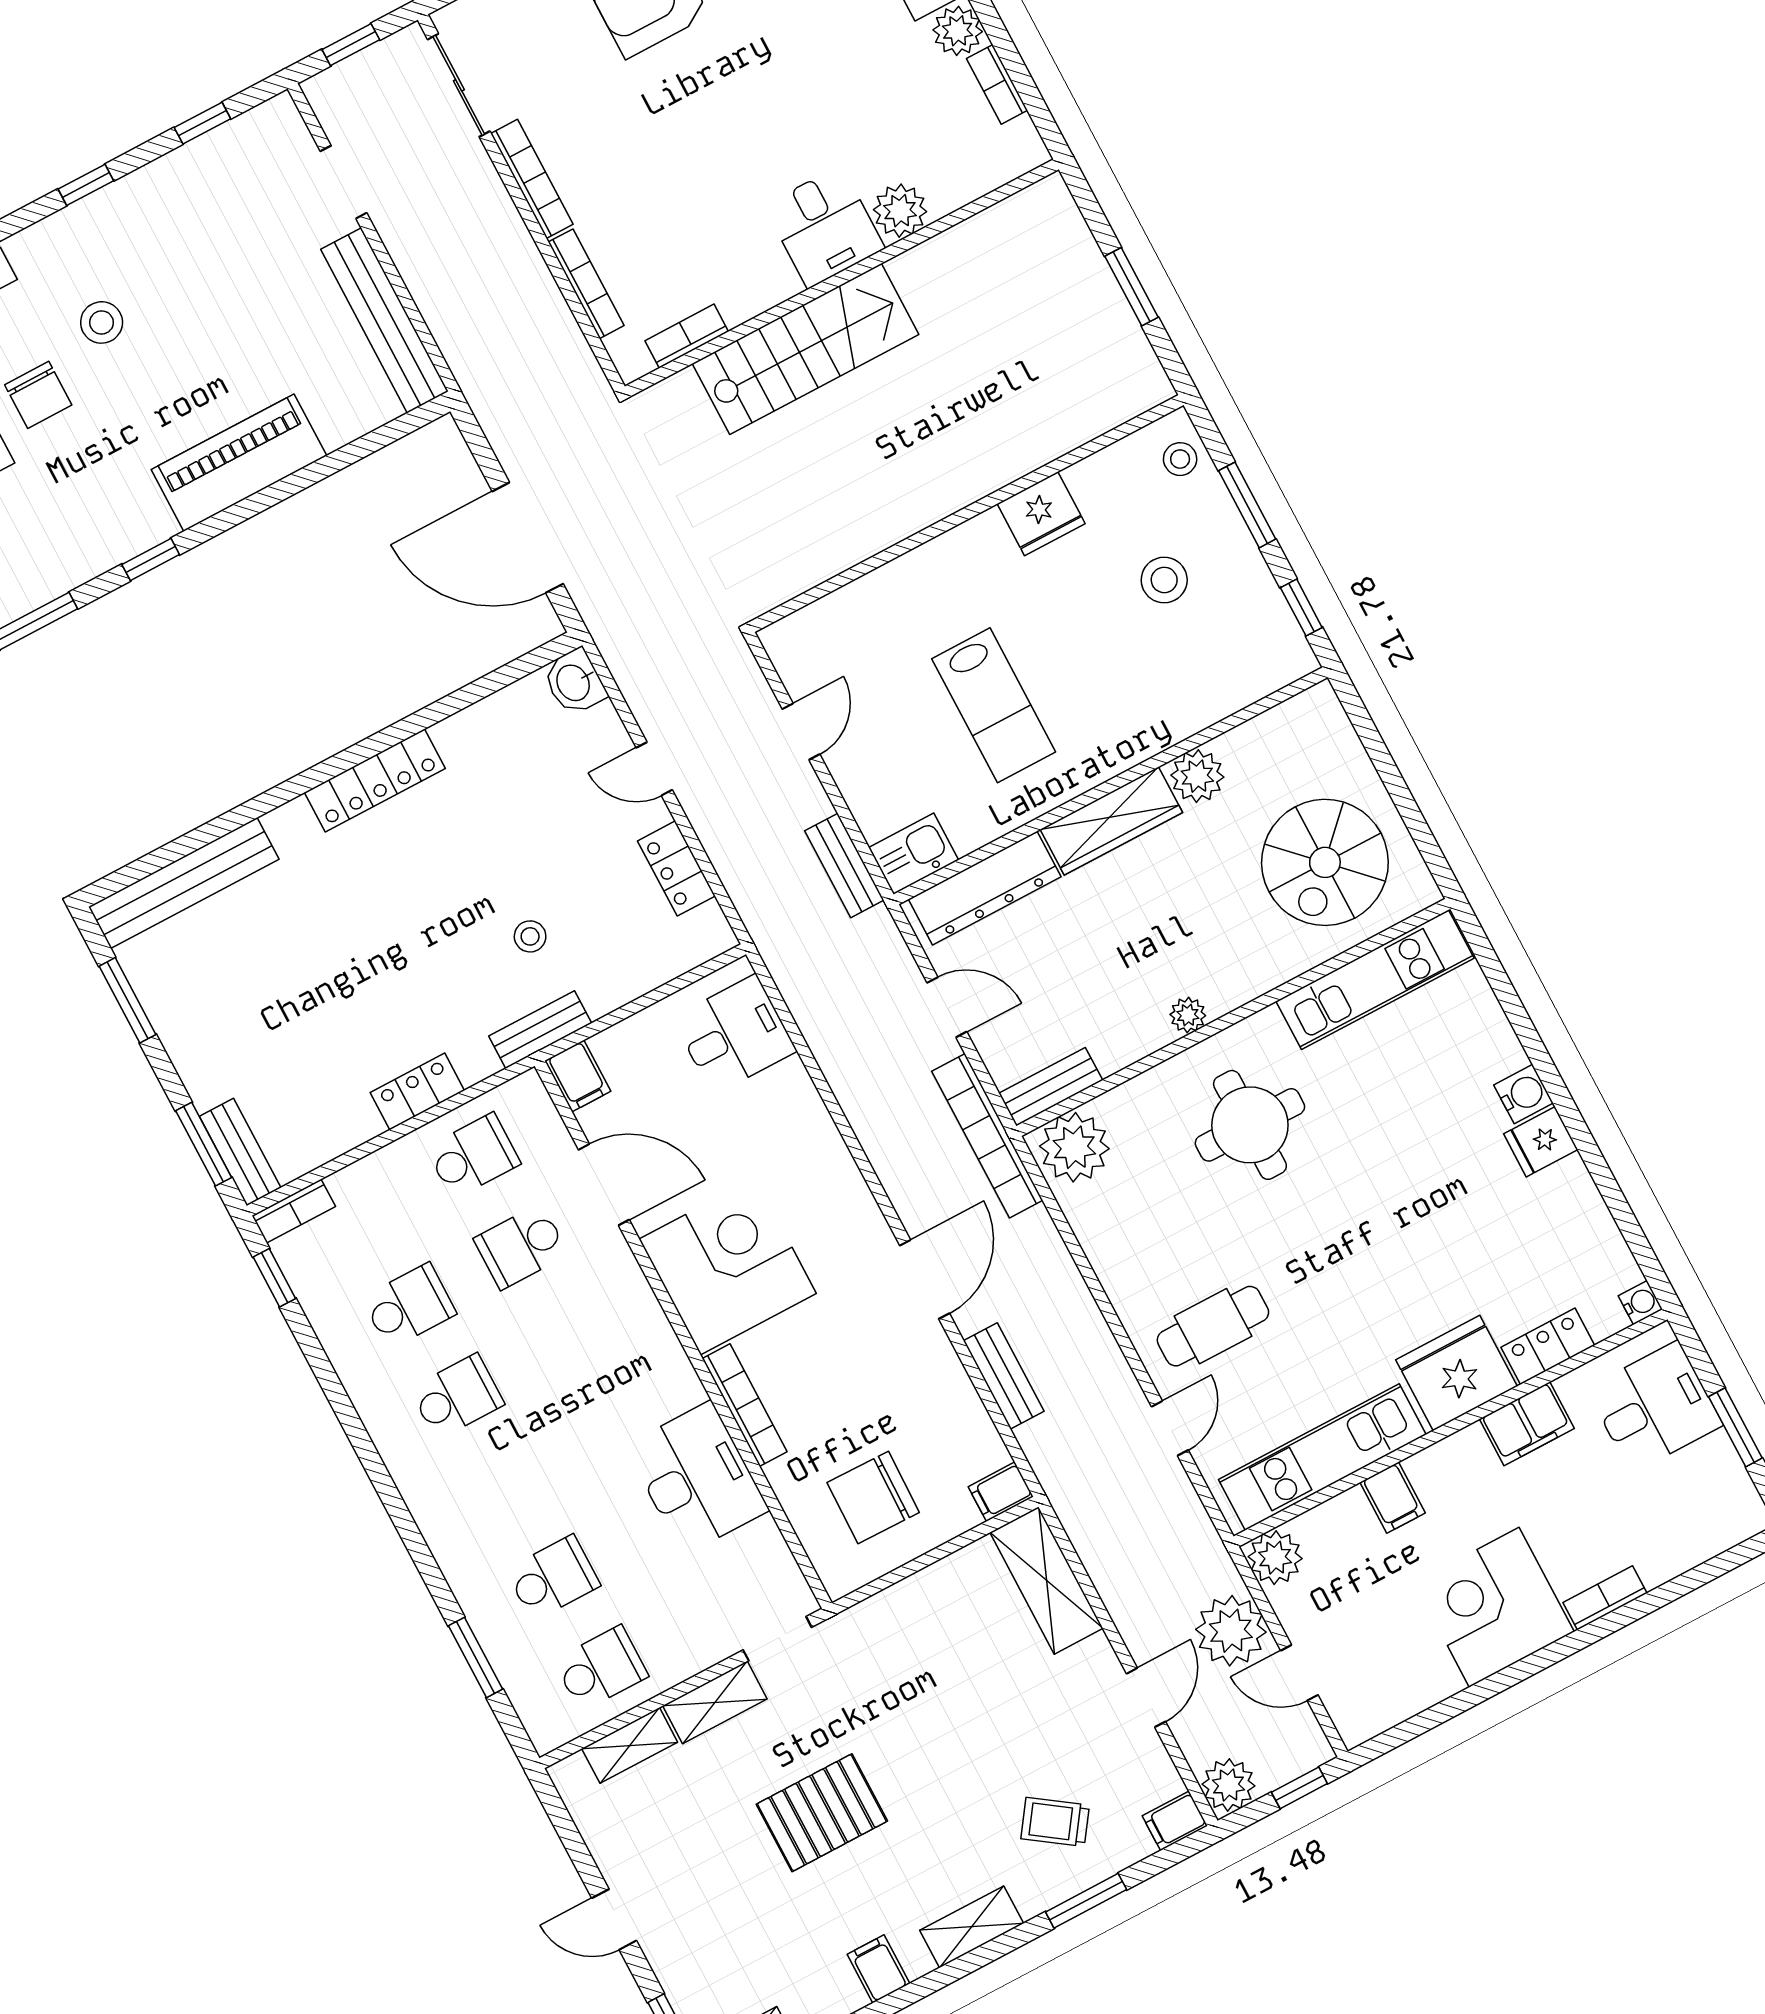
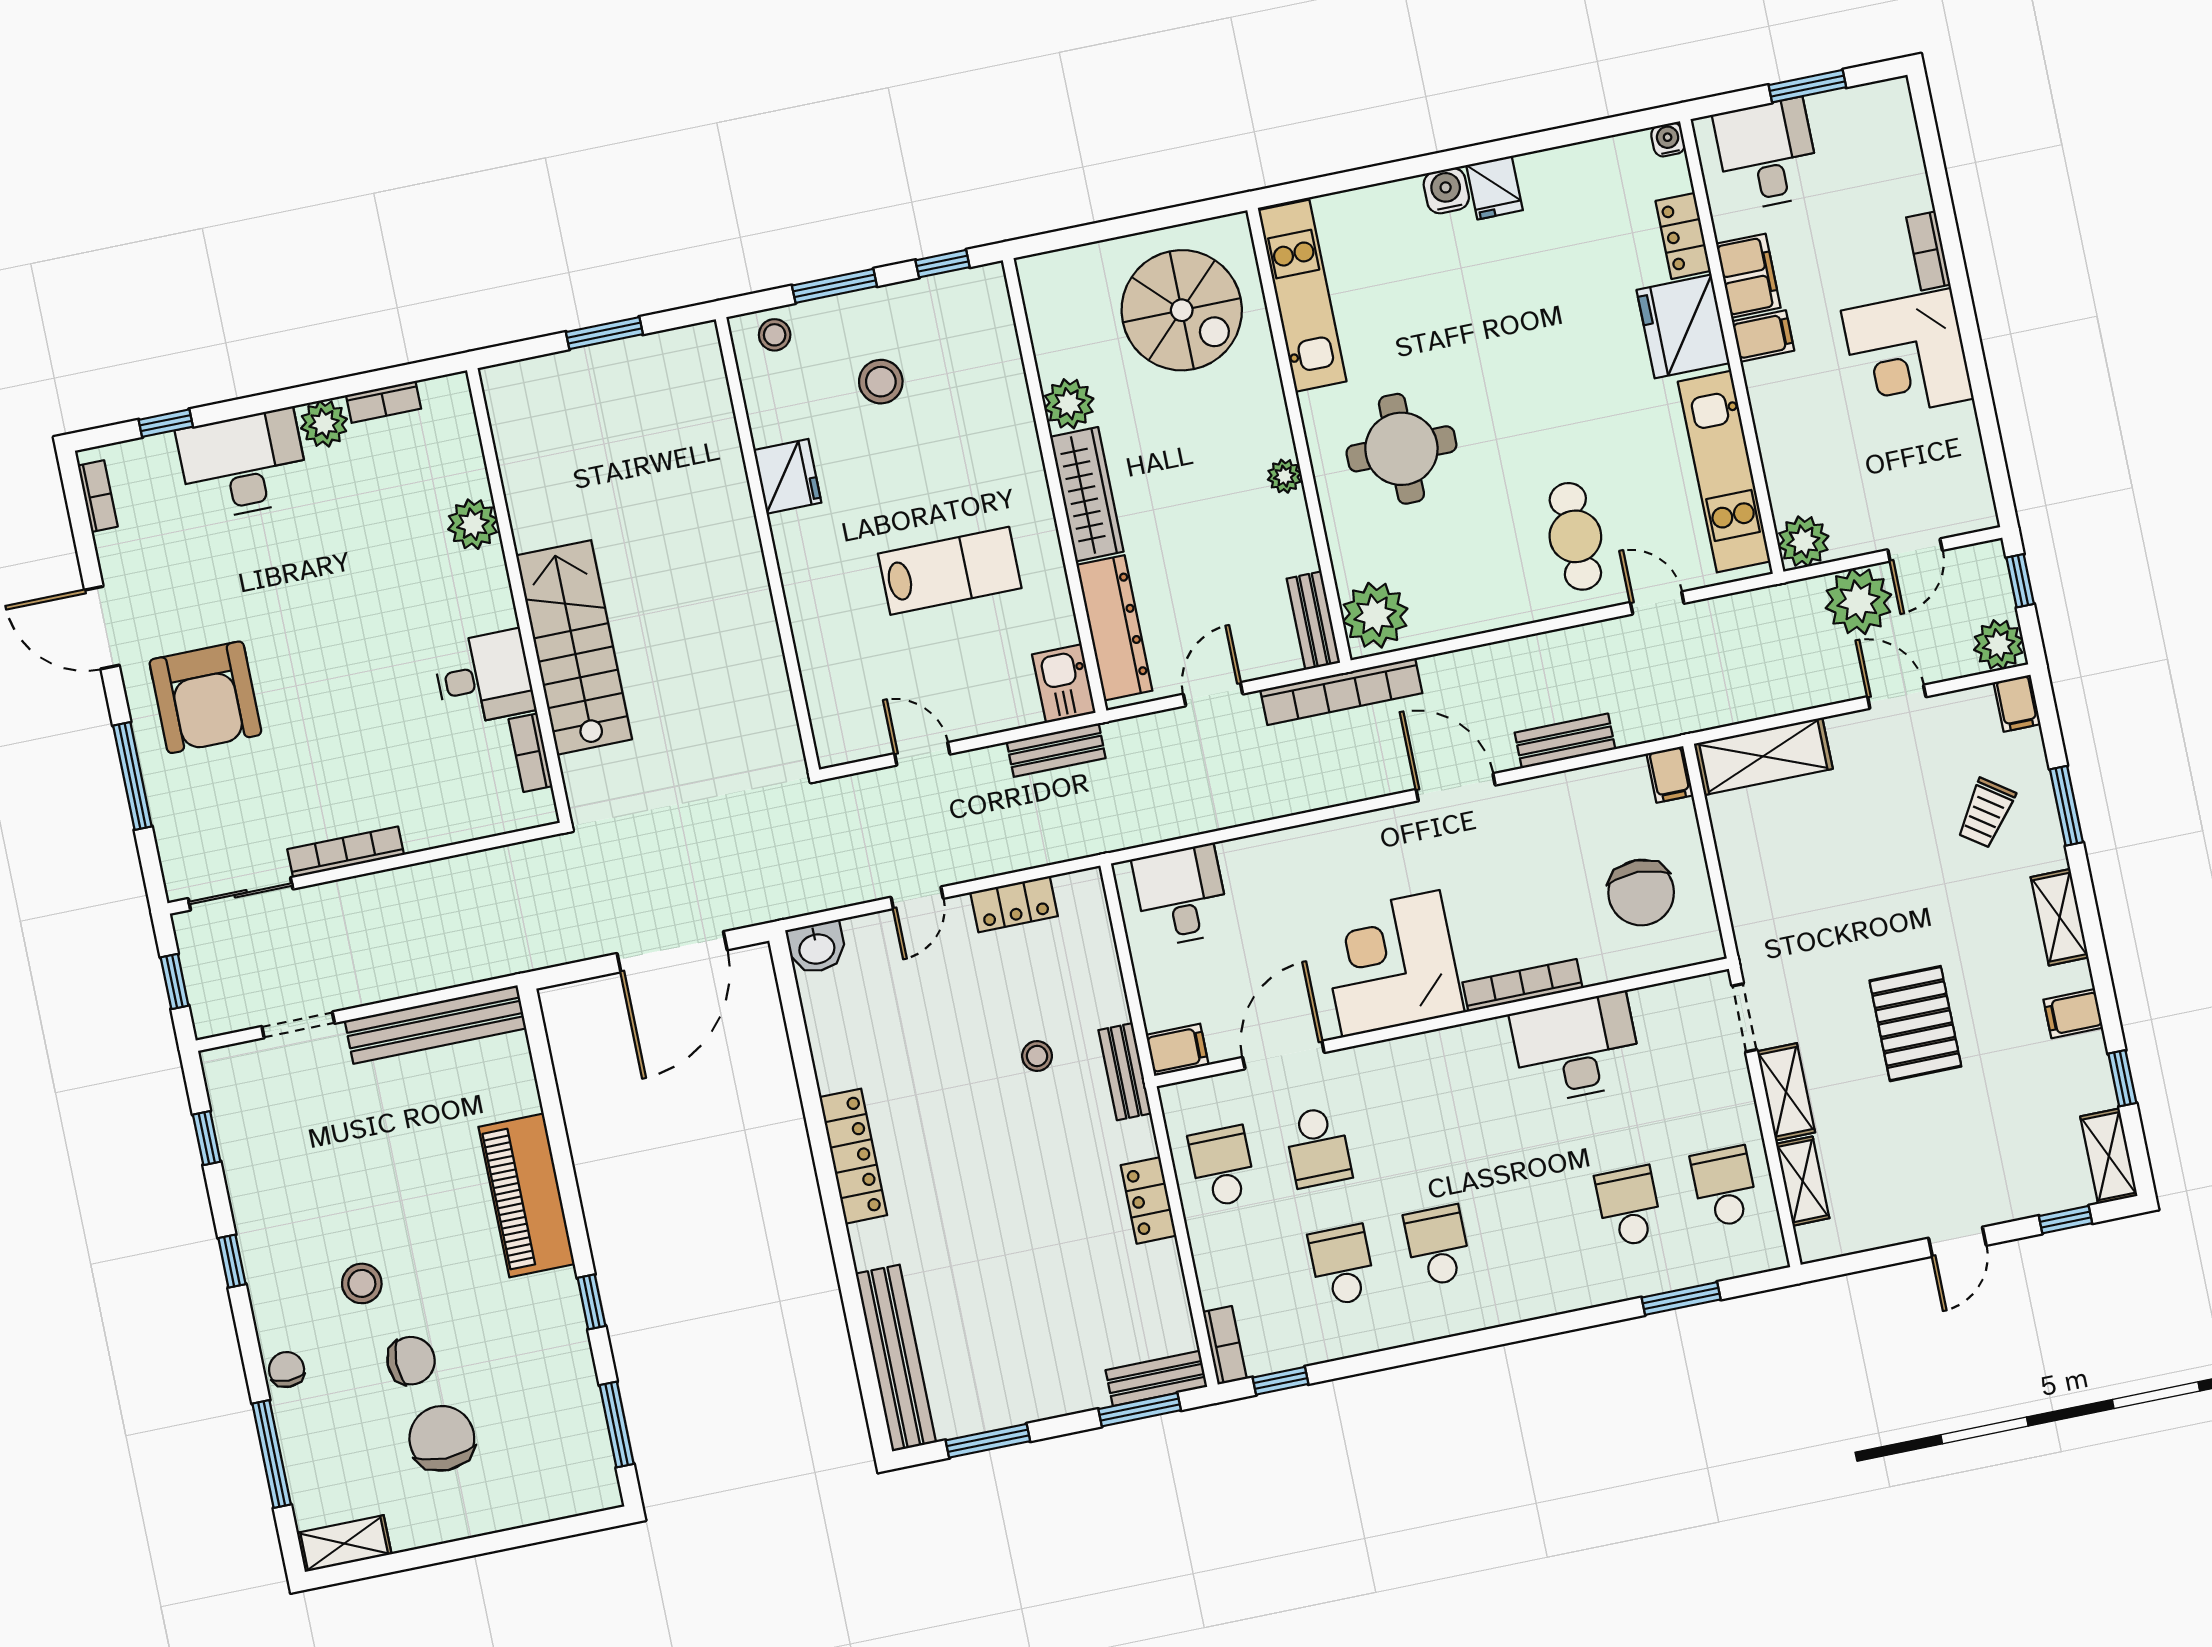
desk: (824, 227) -> (484, 678), moved
bookcase: (586, 284) -> (456, 831), removed
filing cabinet: (1393, 1498) -> (1763, 336), moved

